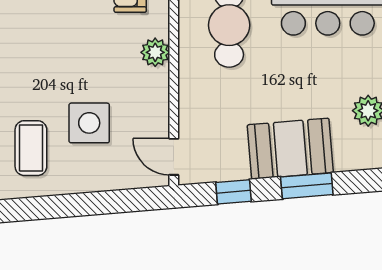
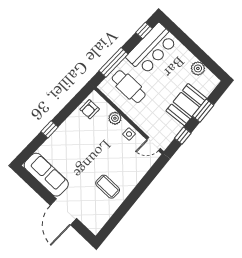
side table: (89, 123) -> (129, 134), moved, width x0.54, depth x0.54

